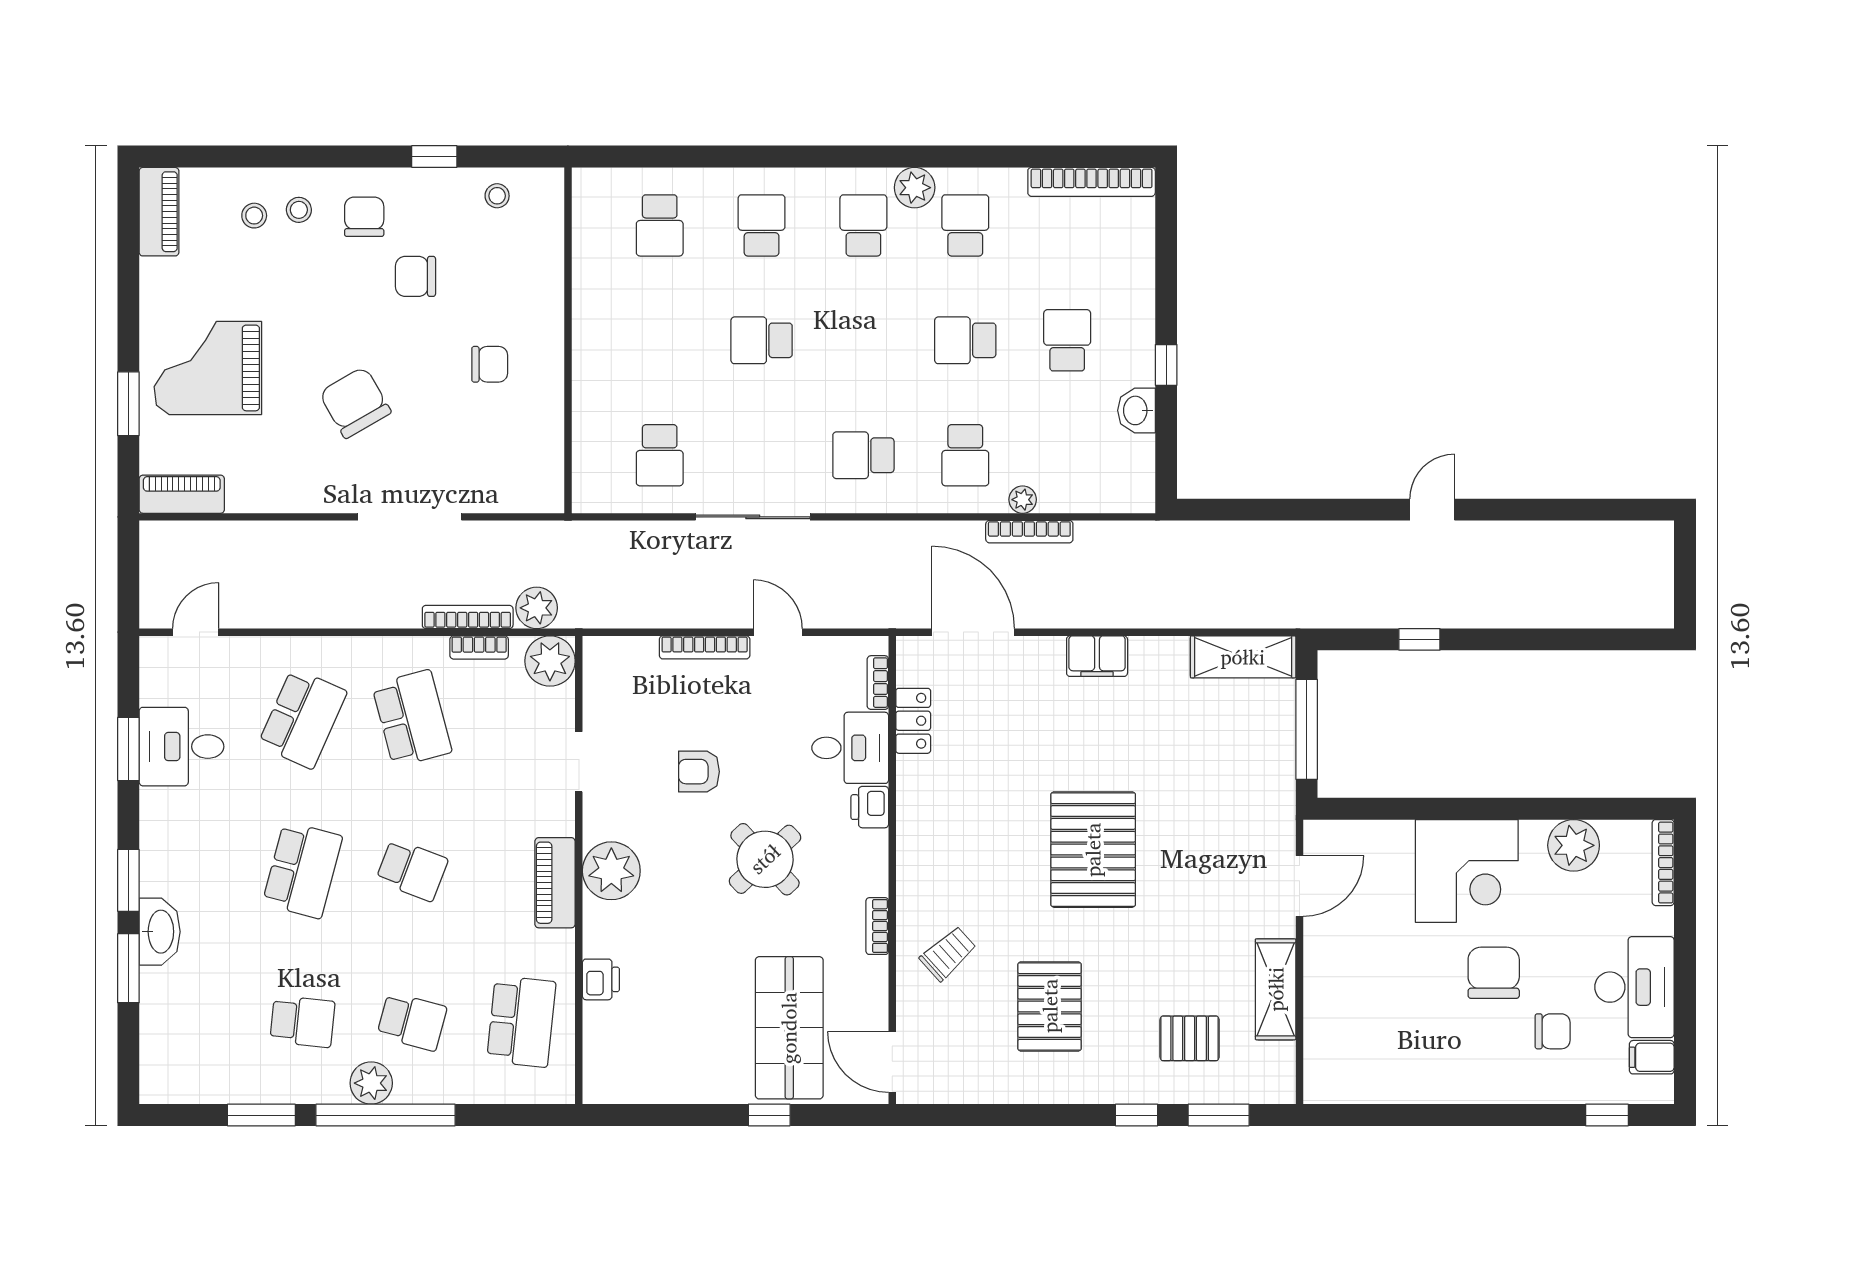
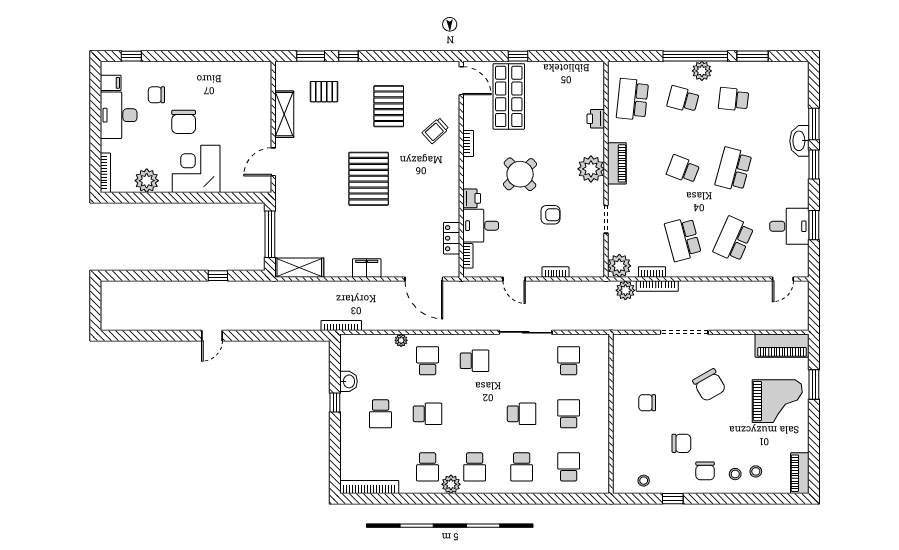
school desk: (660, 340) -> (569, 414), added
piano: (182, 494) -> (782, 346), width x1.37, depth x1.33
bookcase: (1029, 532) -> (341, 325), moved
bookcase: (705, 647) -> (555, 272), width x0.64

